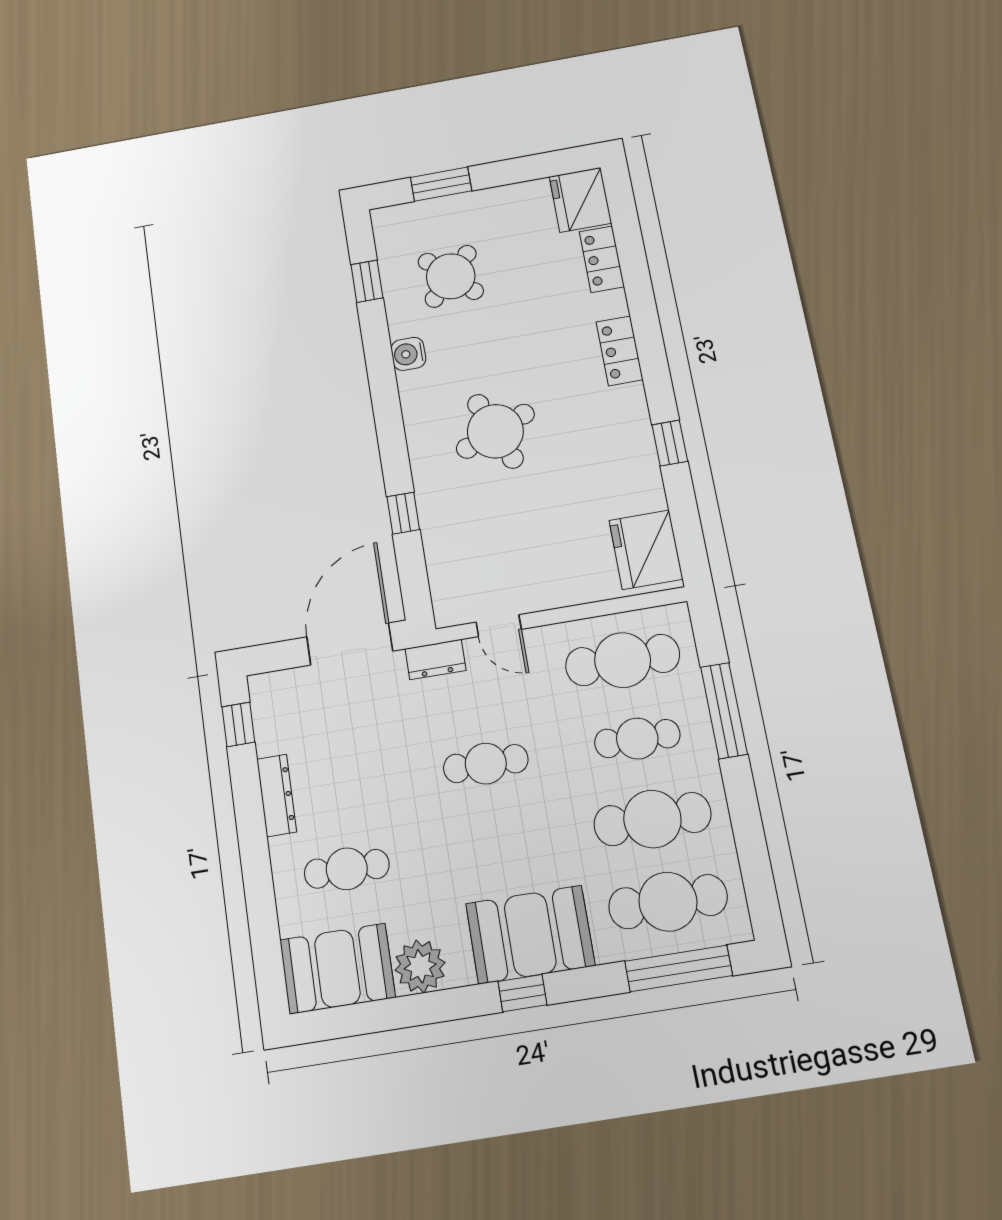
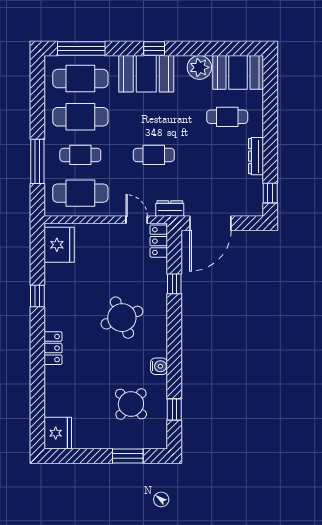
locker: (602, 259) -> (159, 241), moved, turned 180

